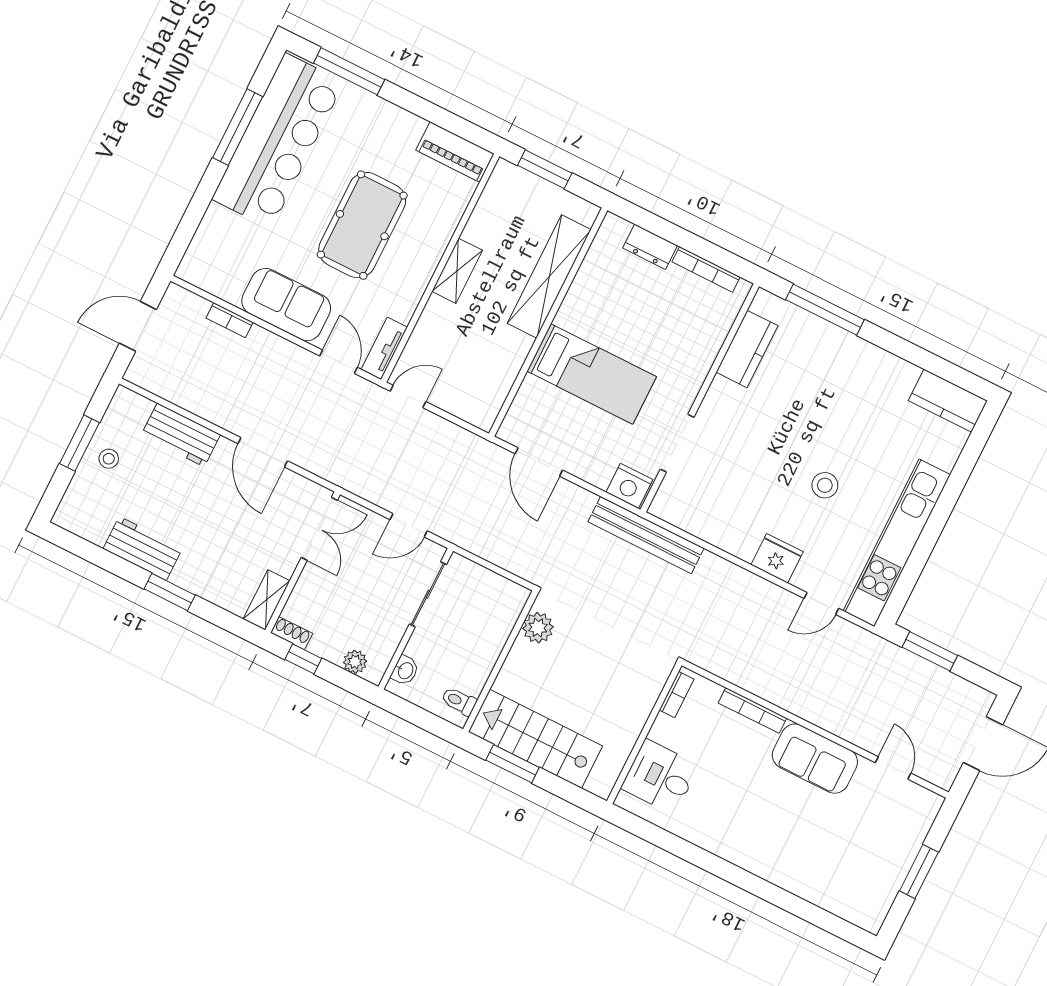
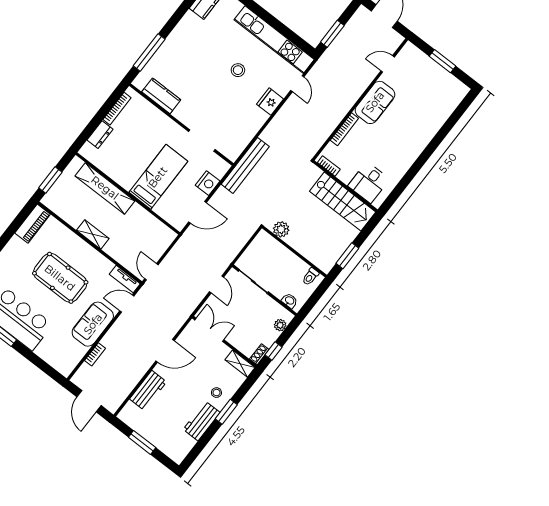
stool: (109, 459) -> (216, 393), moved
nightstand: (629, 486) -> (208, 183), moved
stairs: (535, 739) -> (343, 202), moved, turned -90

